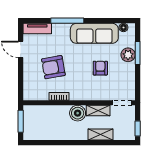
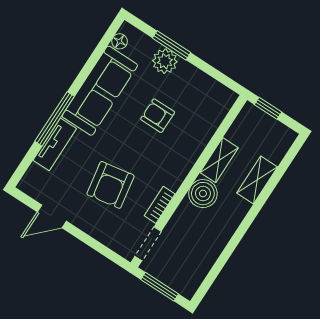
tv unit: (37, 29) -> (55, 144), moved
doorway: (122, 103) -> (148, 244), moved
window: (138, 129) -> (268, 108), moved

